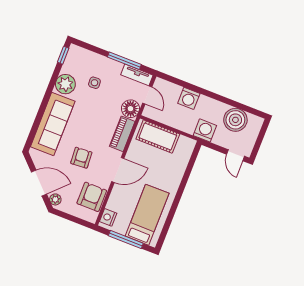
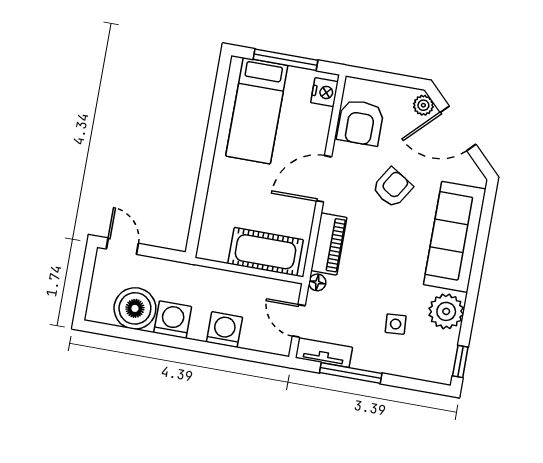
floor lamp: (130, 109) -> (317, 282), width x0.53, depth x0.53
washing machine: (205, 130) -> (173, 320), moved, turned 180
armchair: (81, 158) -> (392, 188), turned -144

